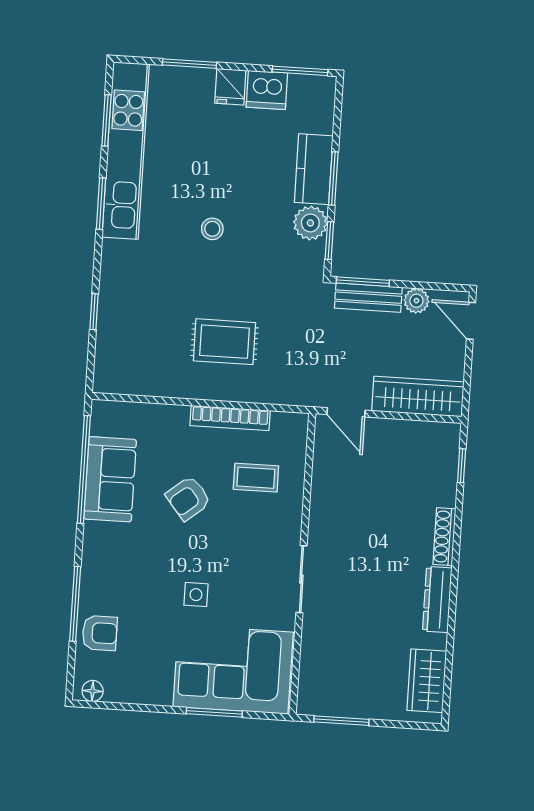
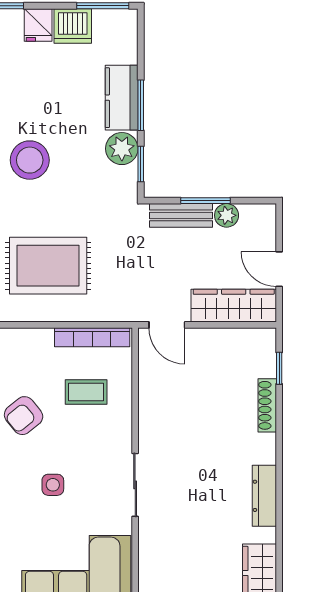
stool: (212, 229) -> (30, 160), width x1.89, depth x1.89
window: (363, 282) -> (205, 201), moved
door: (471, 321) -> (279, 269), moved
rug: (224, 342) -> (48, 266), width x1.36, depth x1.43
bookcase: (230, 418) -> (92, 337), moved
shoe rack: (444, 537) -> (267, 405), moved
side table: (196, 595) -> (53, 485), moved

